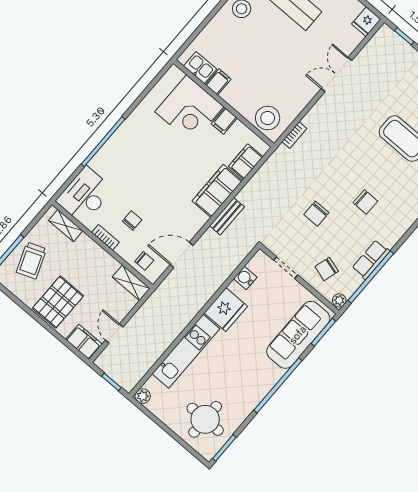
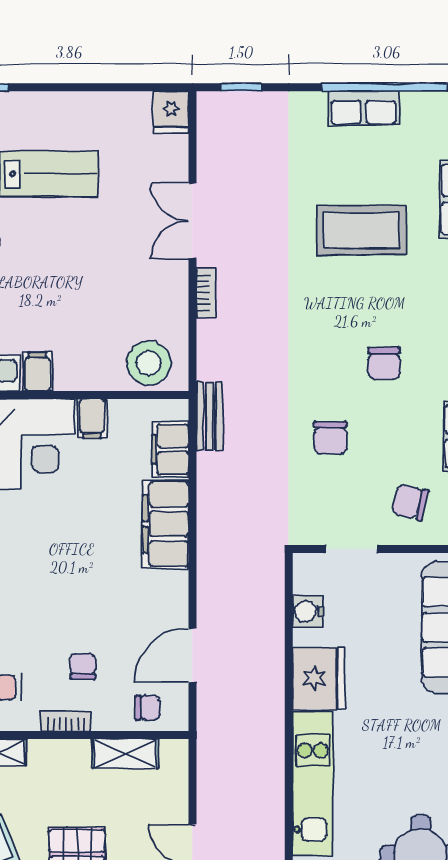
bookcase: (294, 135) -> (206, 293), moved
chair: (365, 202) -> (384, 363), turned 89
bench: (227, 216) -> (209, 416), moved
chair: (327, 269) -> (410, 502), turned 87
shelving: (131, 283) -> (125, 754), moved

